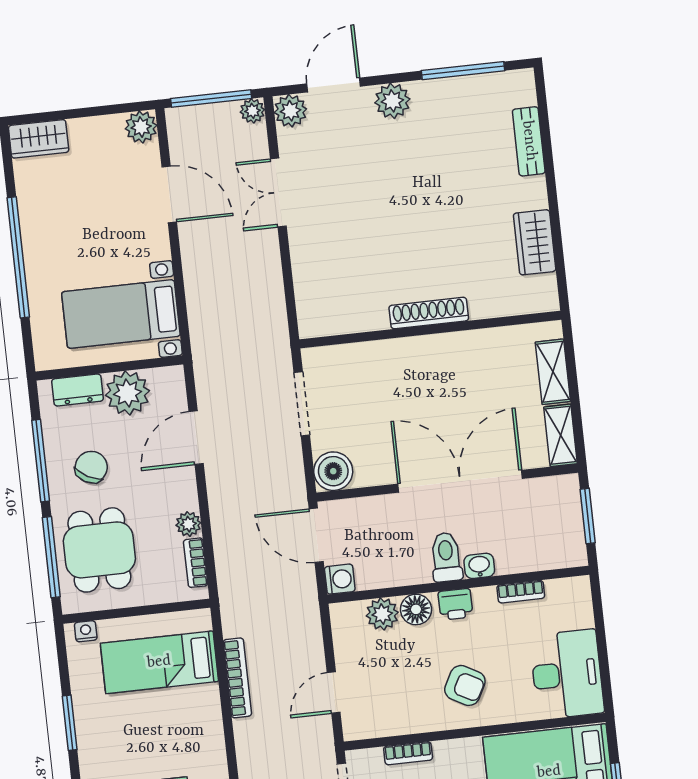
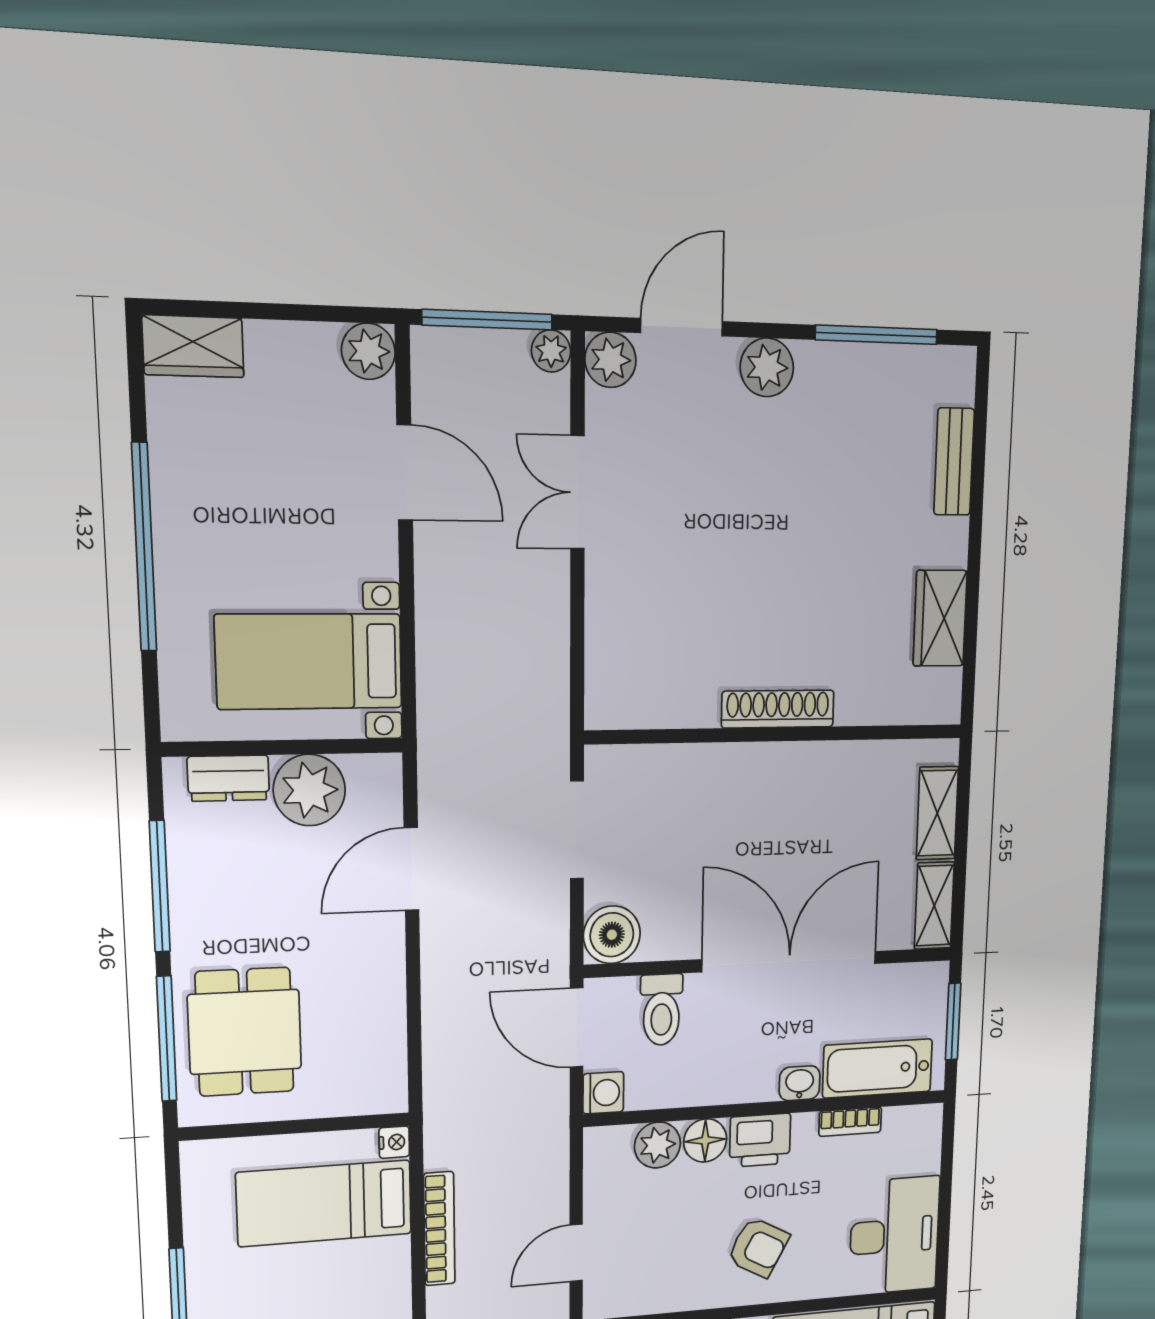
chair: (91, 467) -> (242, 903), removed
plant: (188, 524) -> (387, 1000), removed
bathtub: (536, 552) -> (878, 1068), added
toilet: (446, 557) -> (661, 1010), moved, turned 180
bookcase: (196, 563) -> (393, 1059), removed
printer: (455, 604) -> (760, 1140), width x1.36, depth x1.24
nightstand: (86, 631) -> (394, 1142), moved, turned 90

